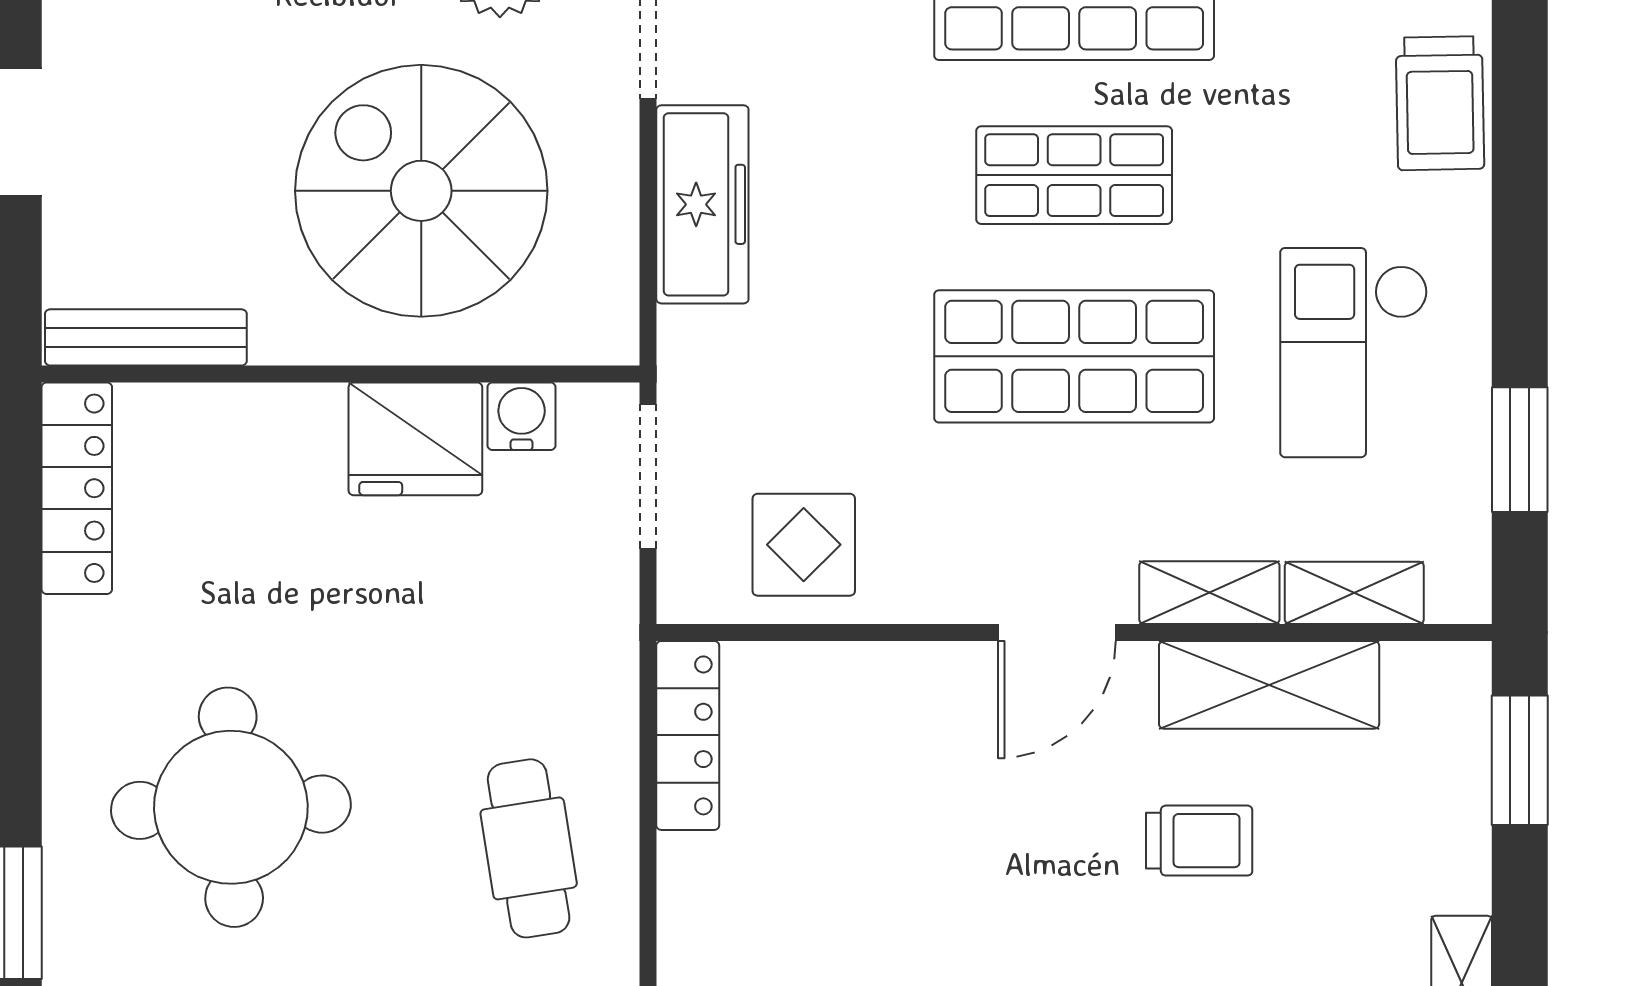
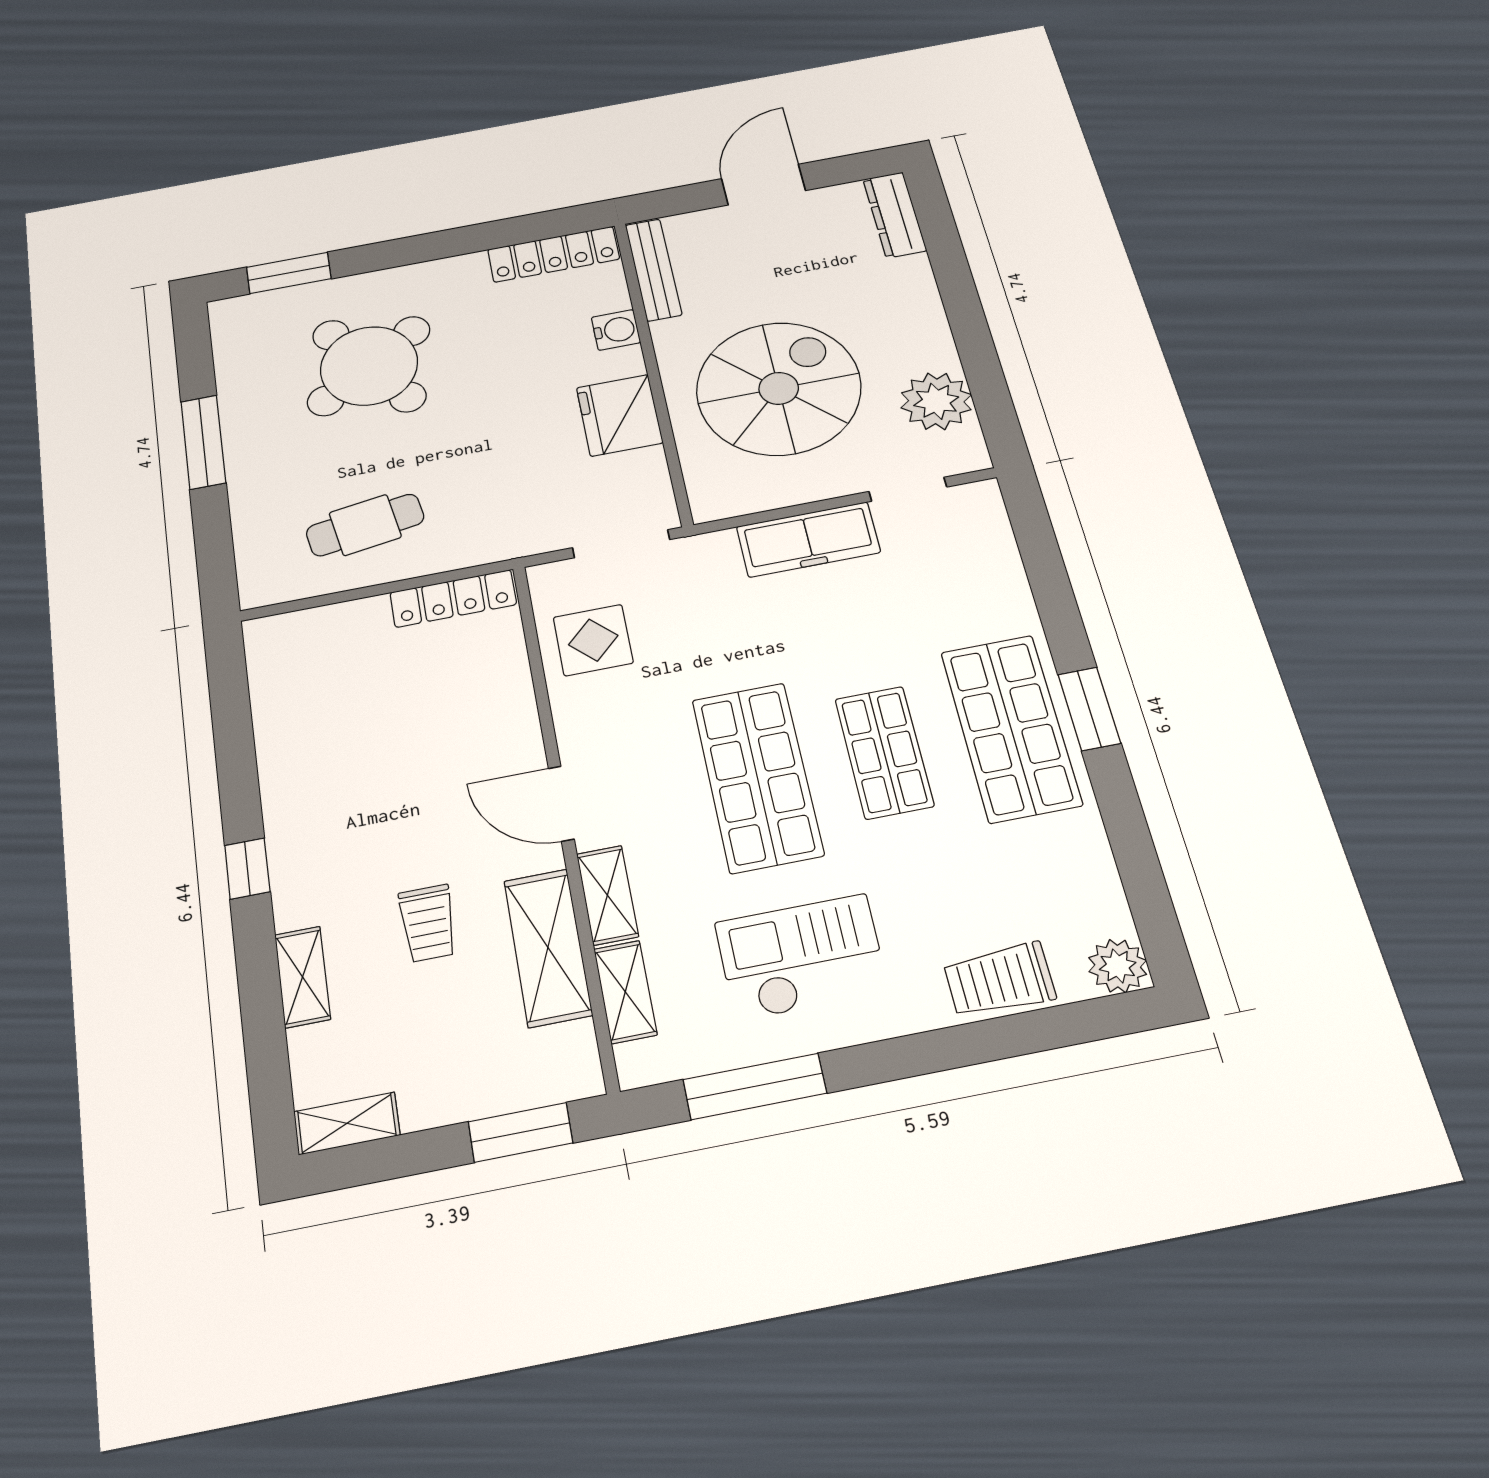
water cooler: (522, 416) -> (616, 330), moved
window: (1520, 450) -> (755, 1086), width x1.44
round table: (231, 807) -> (369, 366), turned -33

